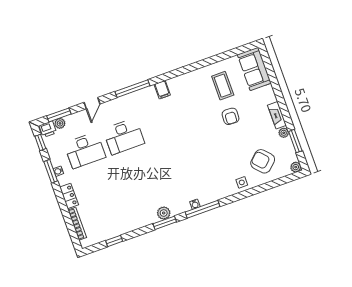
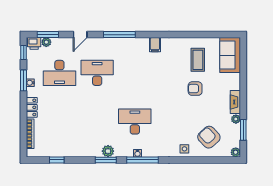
filing cabinet: (162, 90) -> (155, 45), moved
armchair: (230, 116) -> (195, 89), turned 87
desk: (124, 136) -> (97, 73), turned 180
desk: (181, 173) -> (135, 122), added

